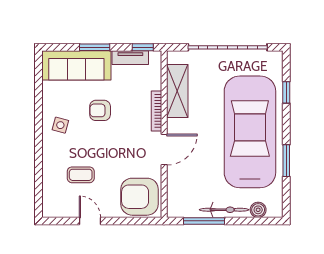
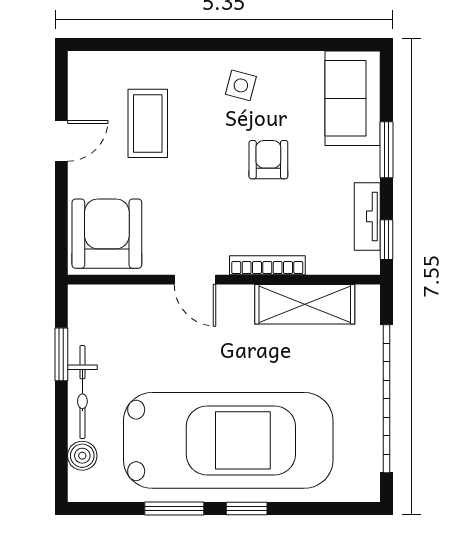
sofa: (76, 65) -> (353, 98), width x0.73
window: (286, 92) -> (247, 508), moved
door: (164, 150) -> (195, 280), width x0.73
coffee table: (81, 175) -> (148, 123), width x1.36, depth x1.30
window: (204, 221) -> (61, 354), width x0.69

